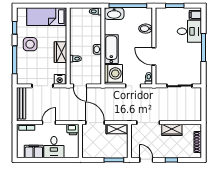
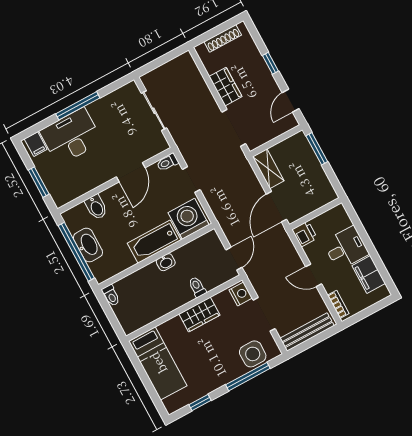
washbasin: (114, 14) -> (88, 245), moved
desk: (189, 31) -> (71, 136), width x1.37
side table: (30, 44) -> (253, 354), moved

